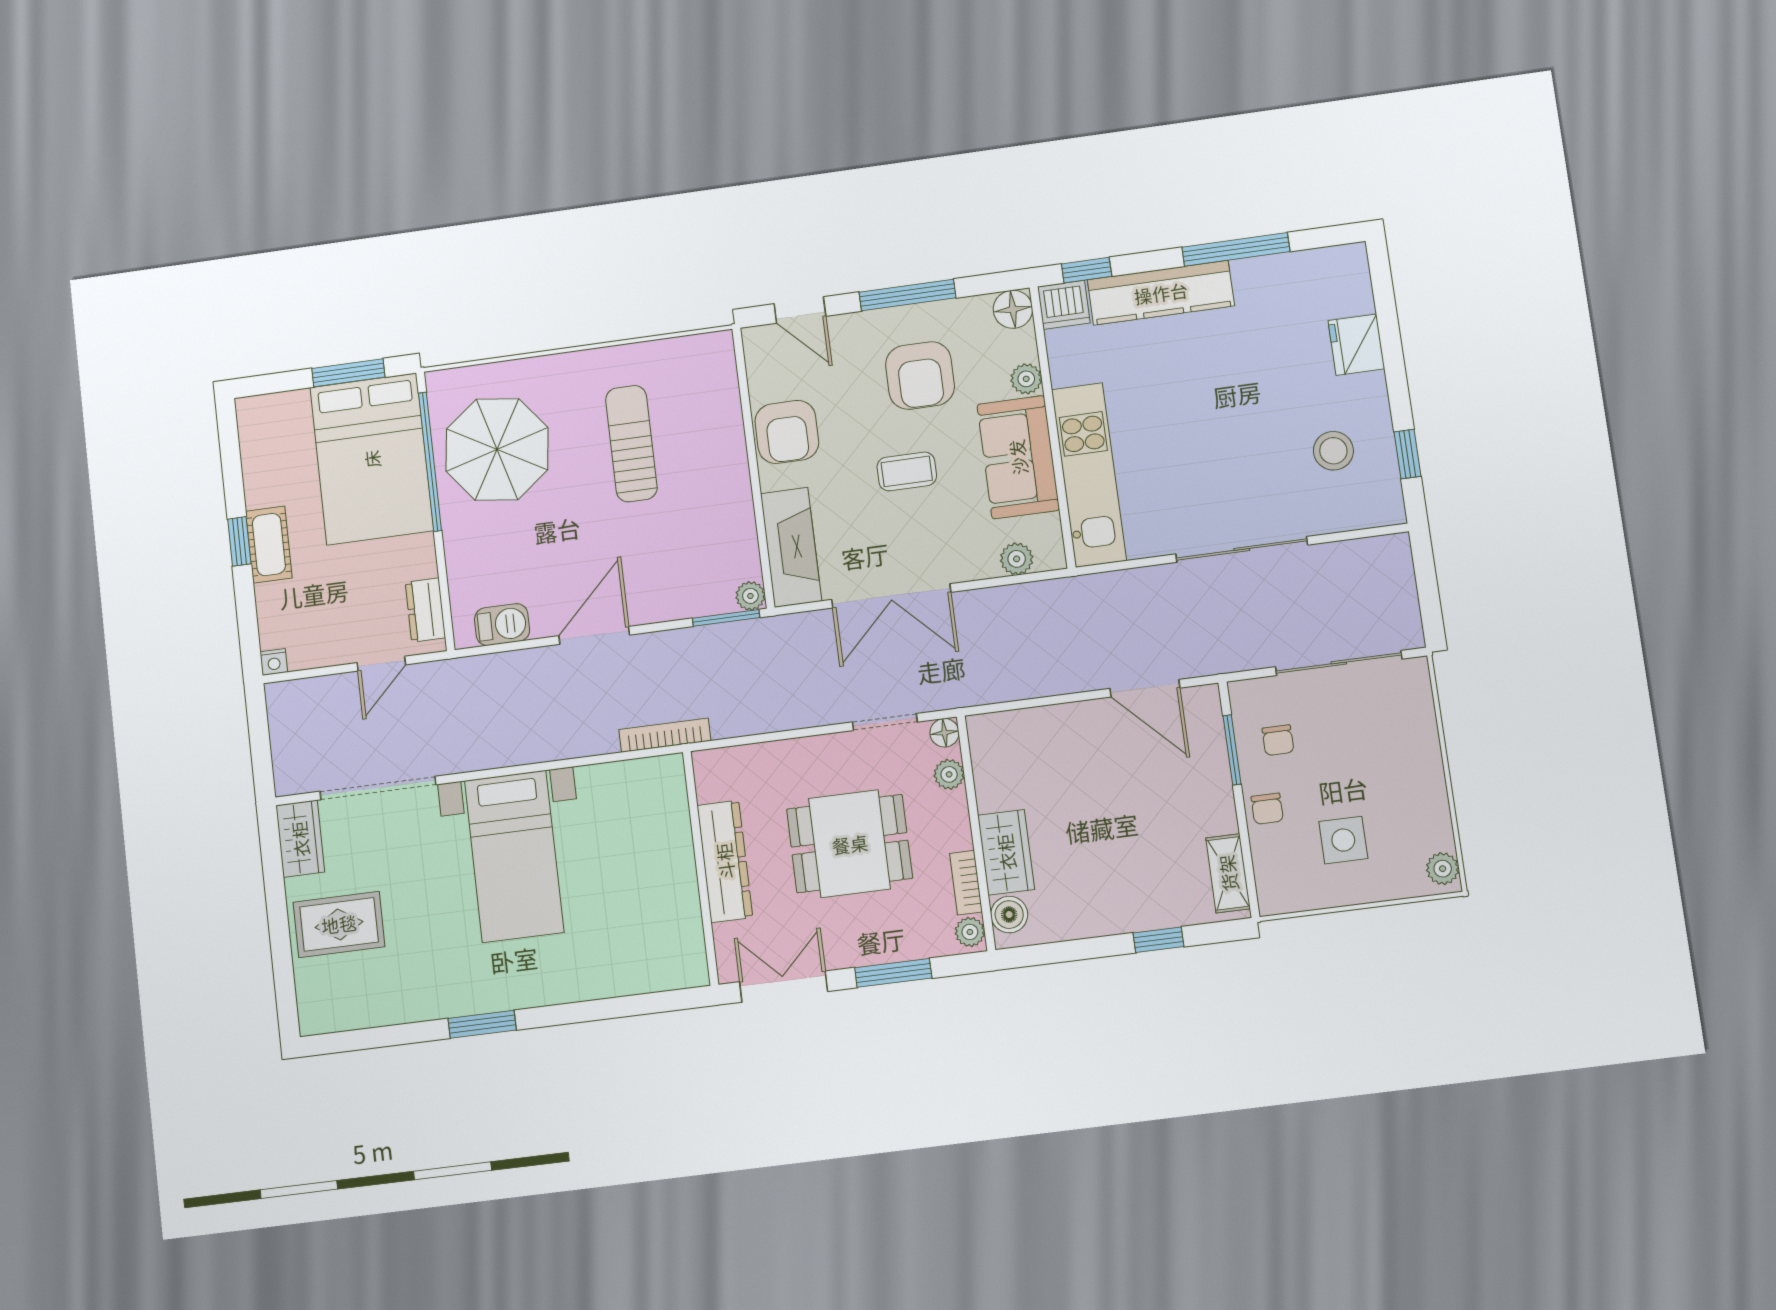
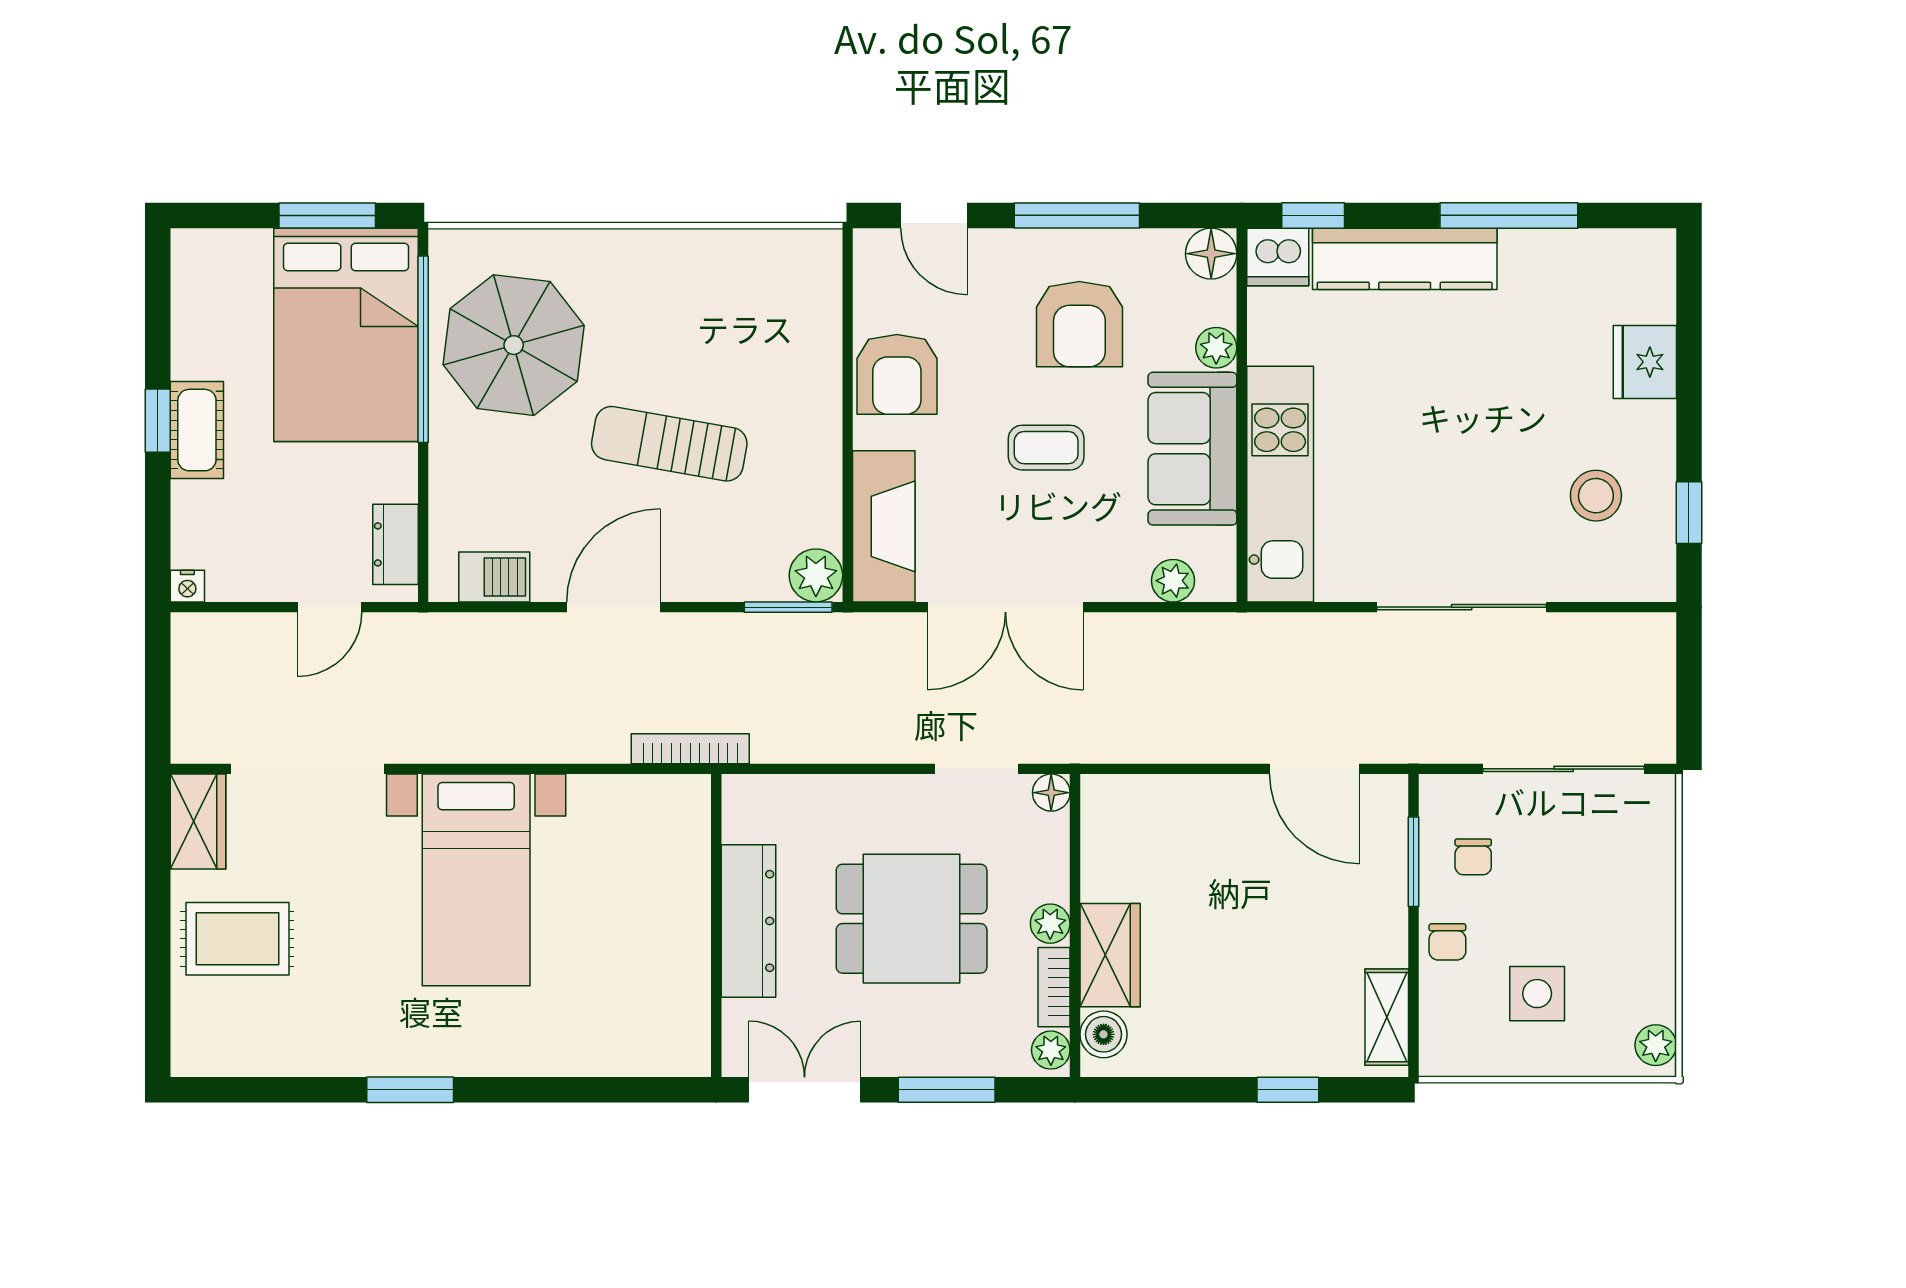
sun lounger: (631, 444) -> (669, 444), moved, turned -80
plant: (750, 596) -> (816, 575), width x1.38, depth x1.38
plant: (949, 774) -> (1050, 924), moved

